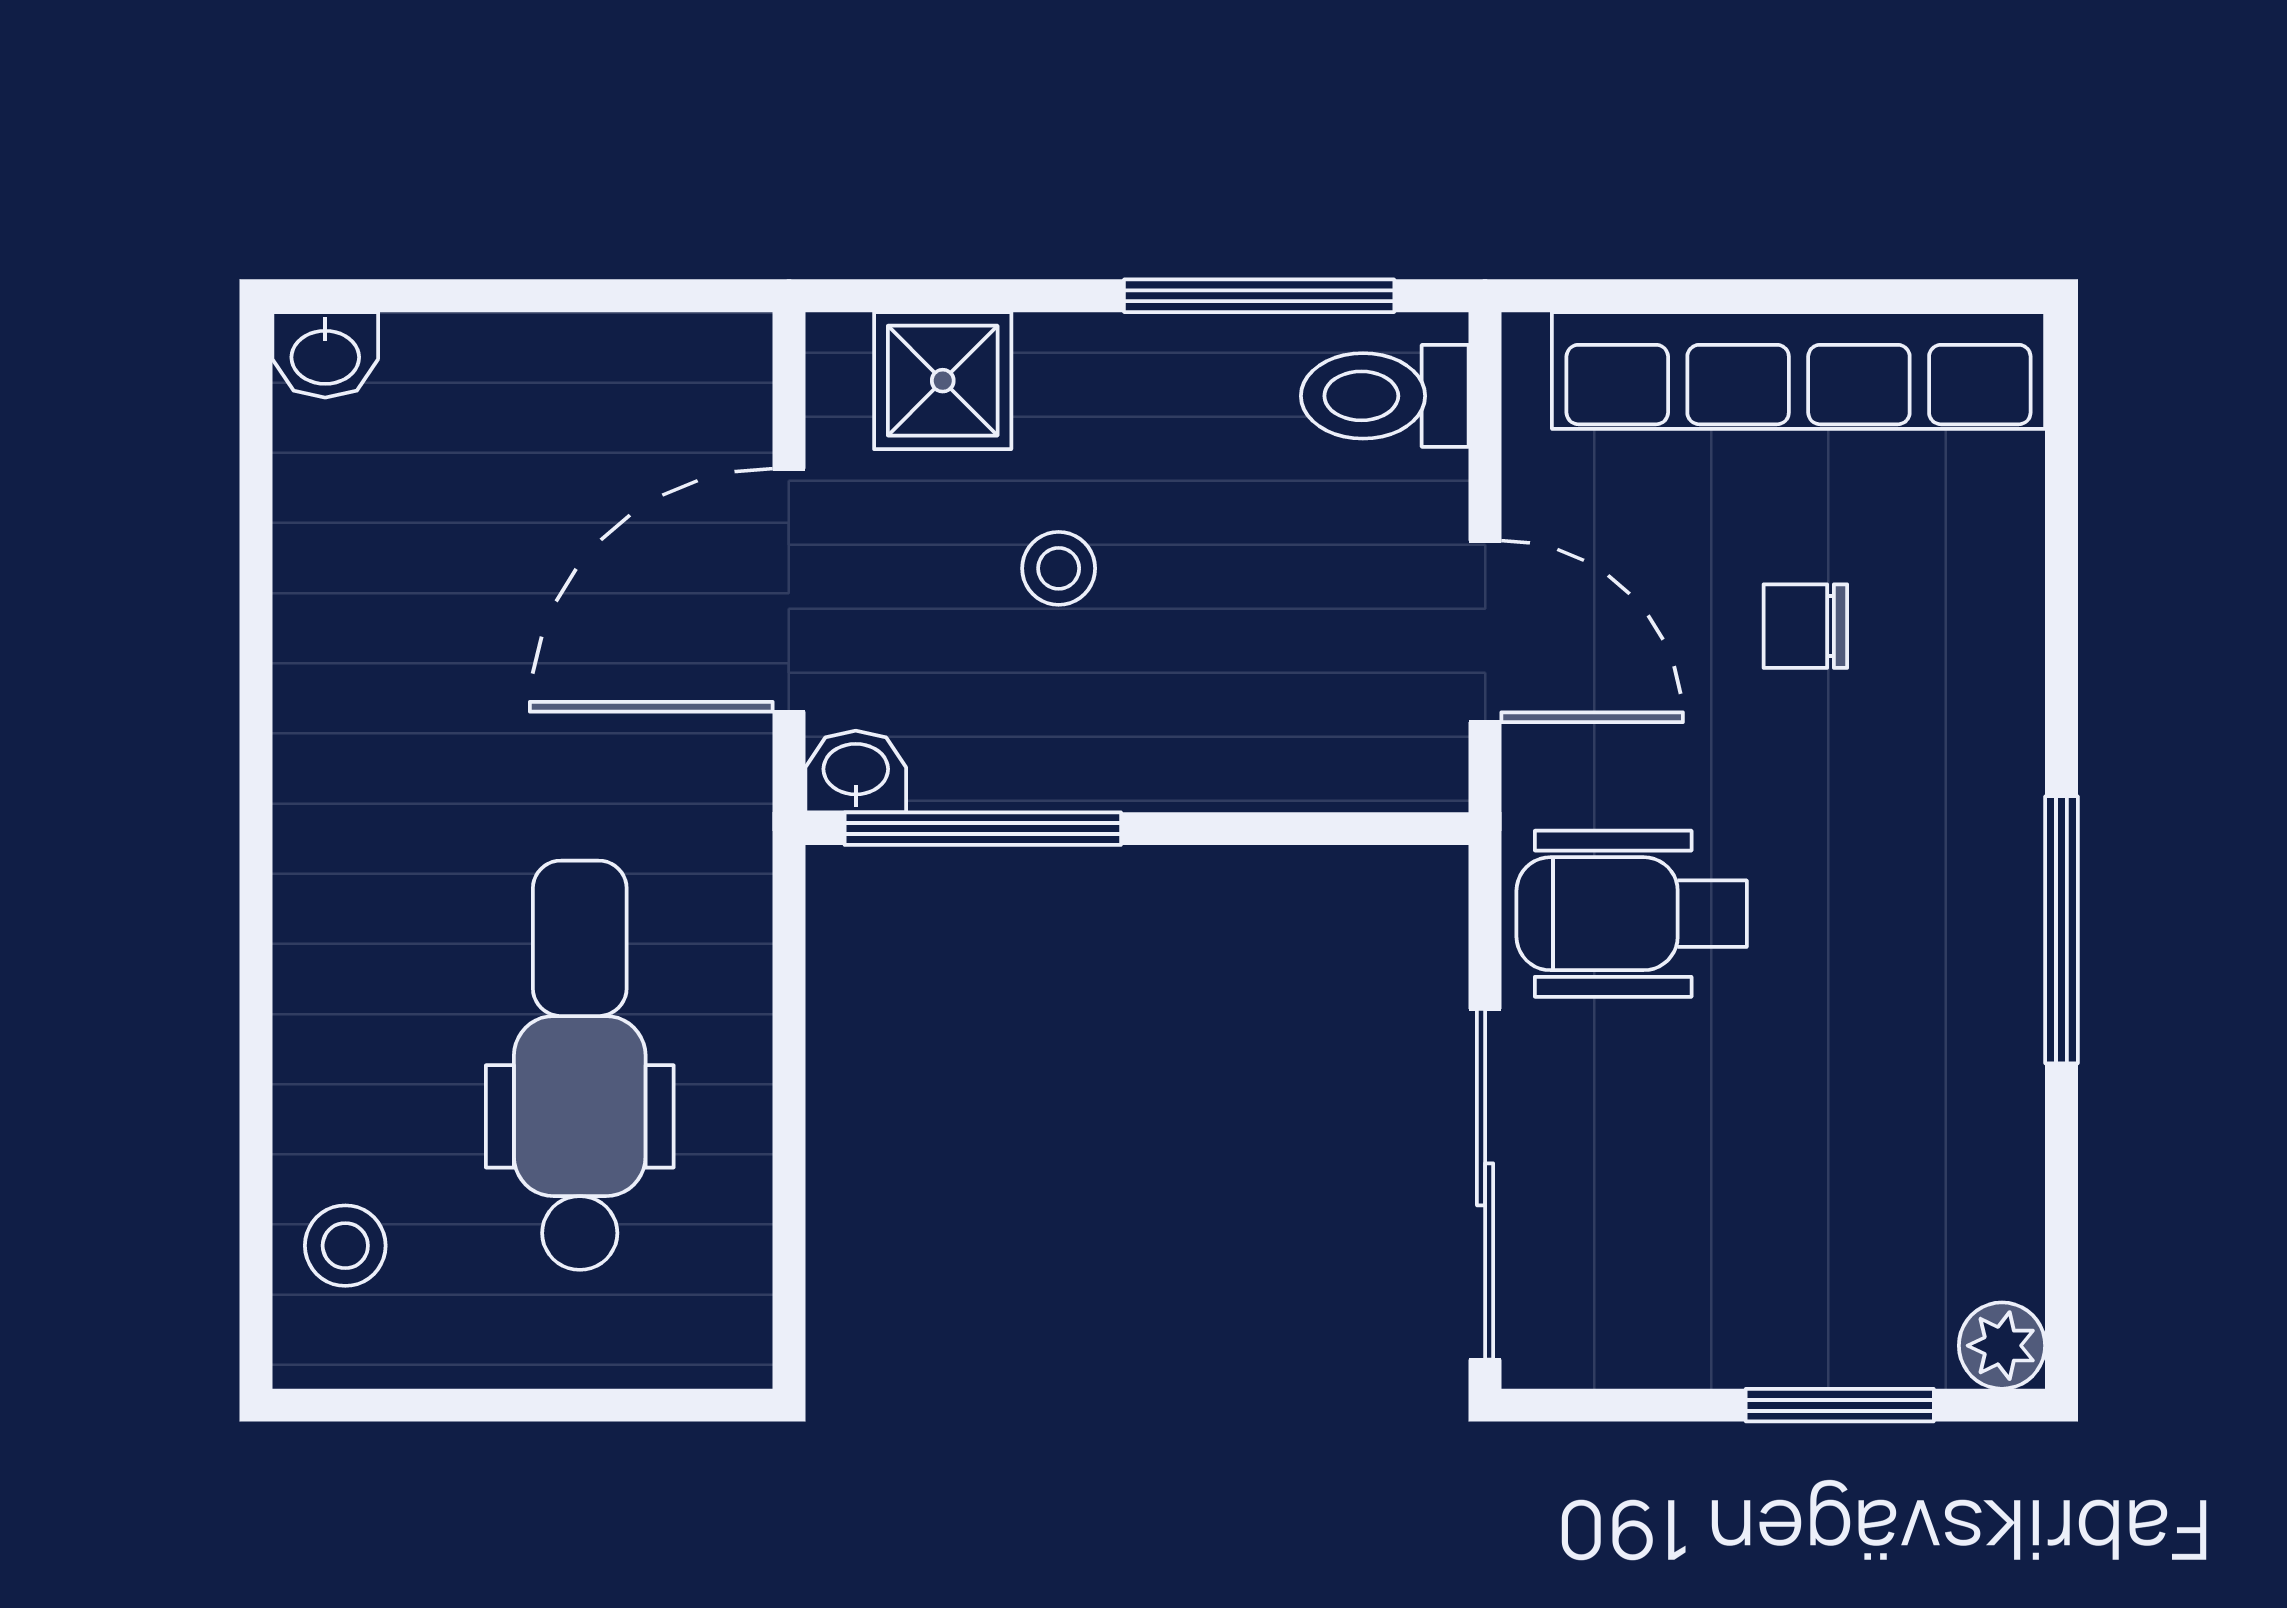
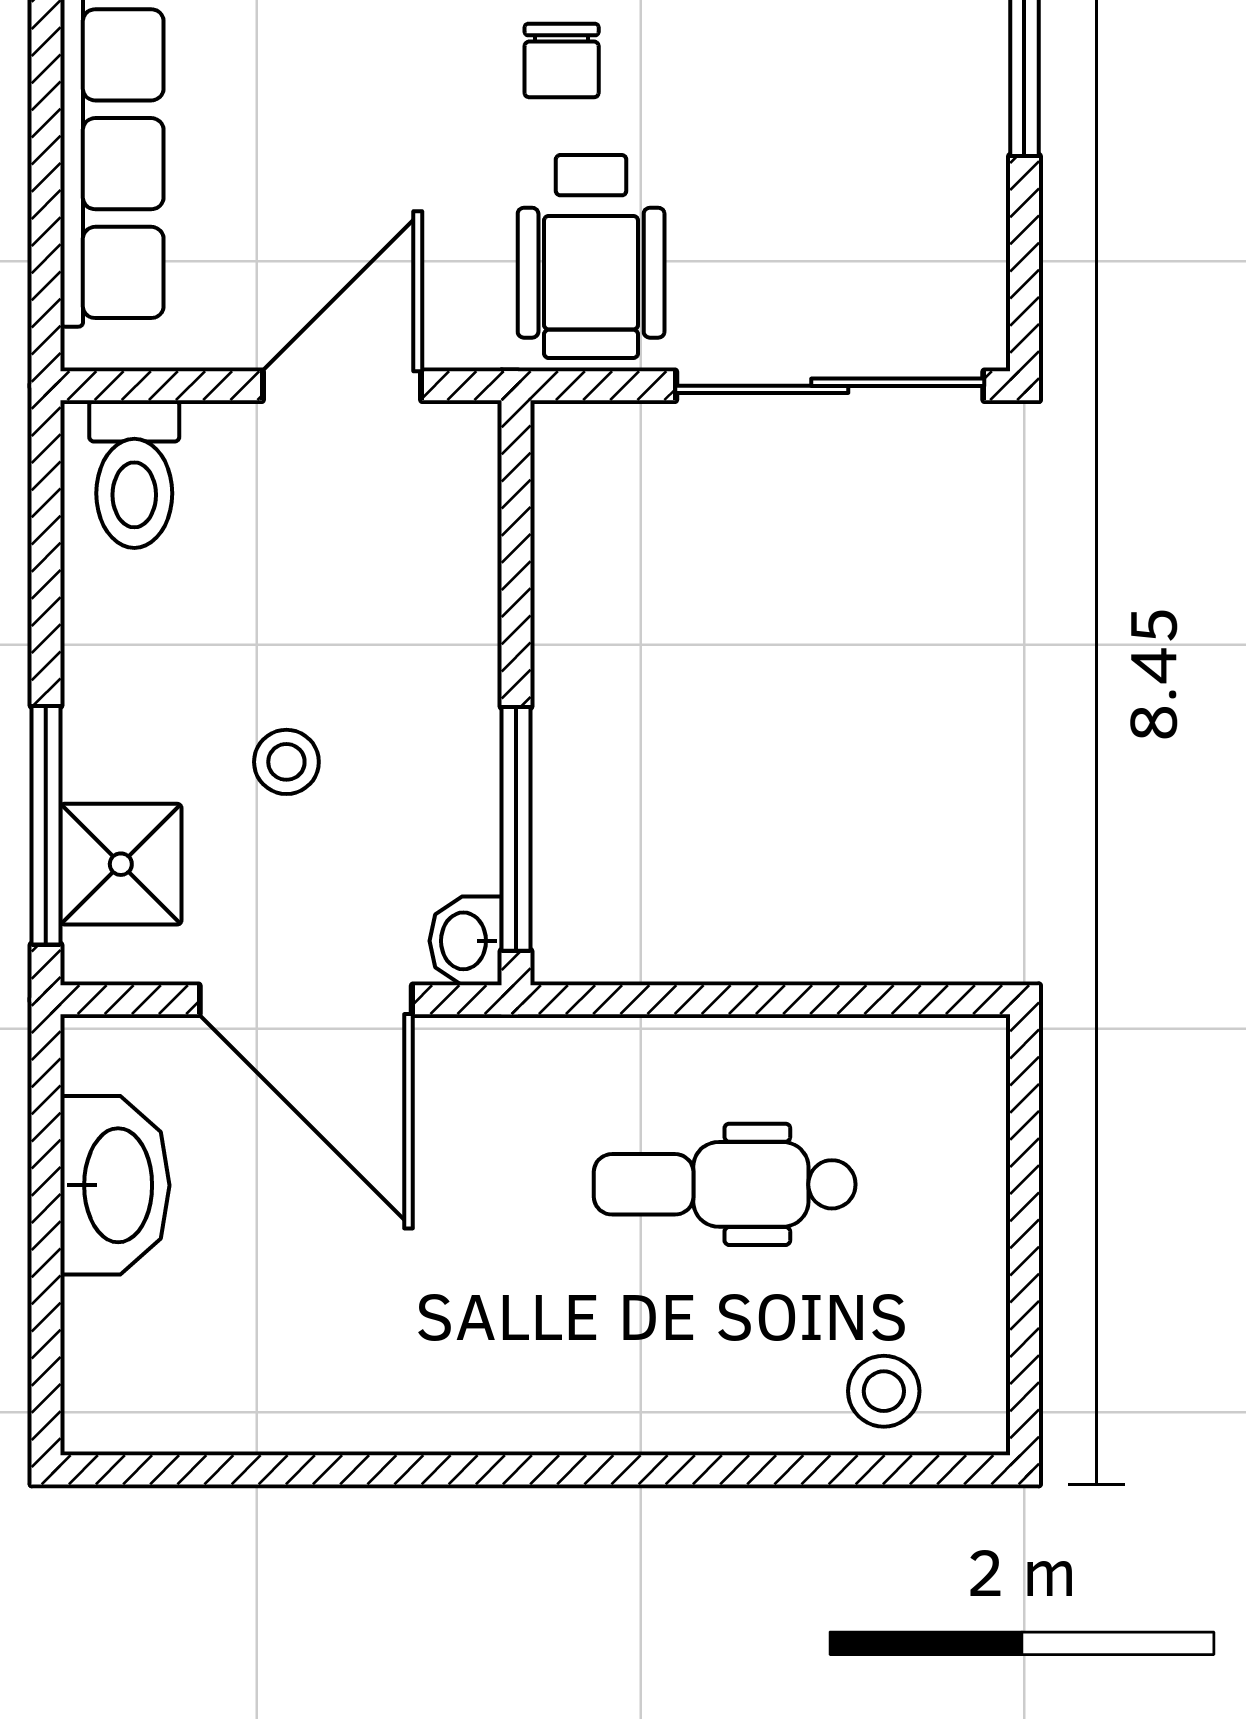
window: (1259, 296) -> (46, 825), moved
washbasin: (325, 355) -> (115, 1185), moved, width x1.91, depth x1.45
chair: (1805, 626) -> (562, 61), moved
dental chair: (580, 1065) -> (725, 1184), width x0.73, depth x0.72

